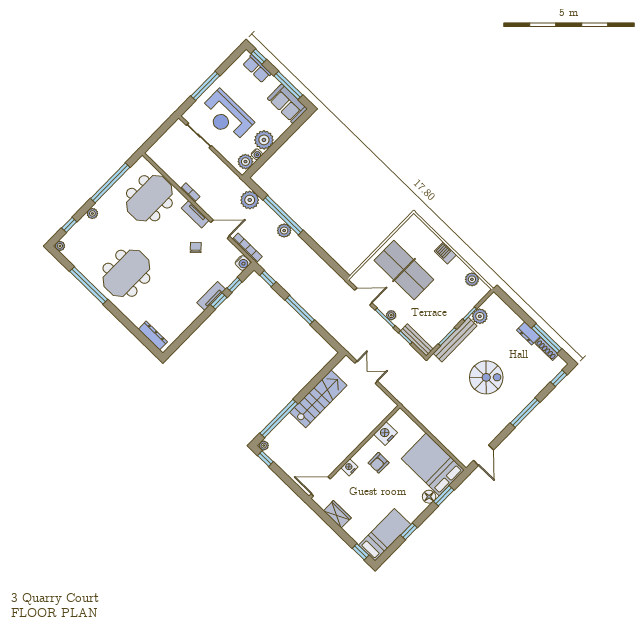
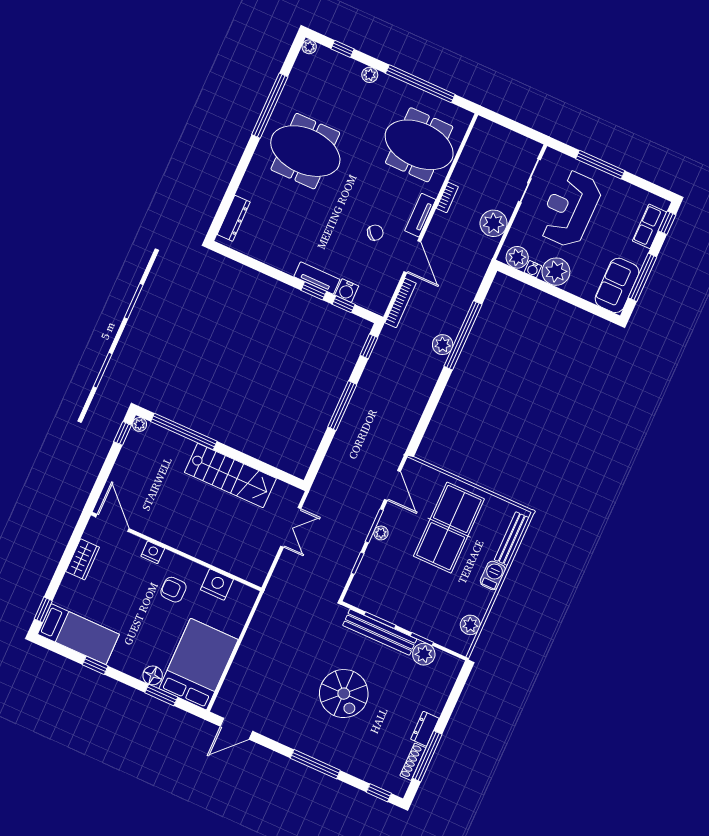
plant: (250, 200) -> (494, 223), moved
water cooler: (243, 263) -> (347, 291), moved
bench: (417, 340) -> (512, 539), moved

